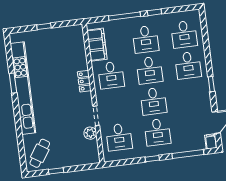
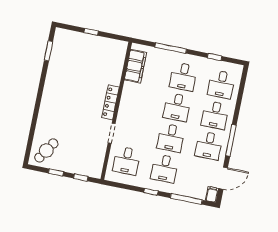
window: (154, 12) -> (215, 57), moved
desk: (111, 75) -> (209, 146), moved
locker: (84, 81) -> (110, 102), width x1.53
window: (13, 83) -> (49, 51), moved
window: (211, 84) -> (231, 140), width x2.17
kitchen unit: (23, 88) -> (51, 83), removed
plant: (90, 133) -> (101, 148), removed
window: (81, 168) -> (81, 177), added

